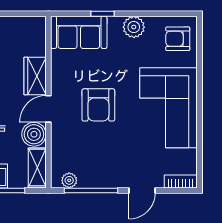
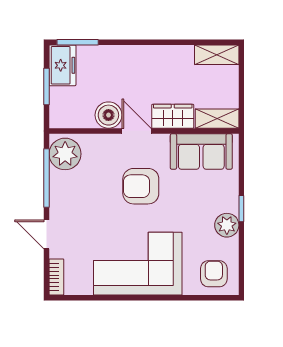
window: (103, 14) -> (241, 209), moved
sofa: (79, 32) -> (201, 151), moved, turned -90
shelving: (37, 168) -> (217, 119), moved
plant: (69, 180) -> (65, 154), width x1.88, depth x1.88

